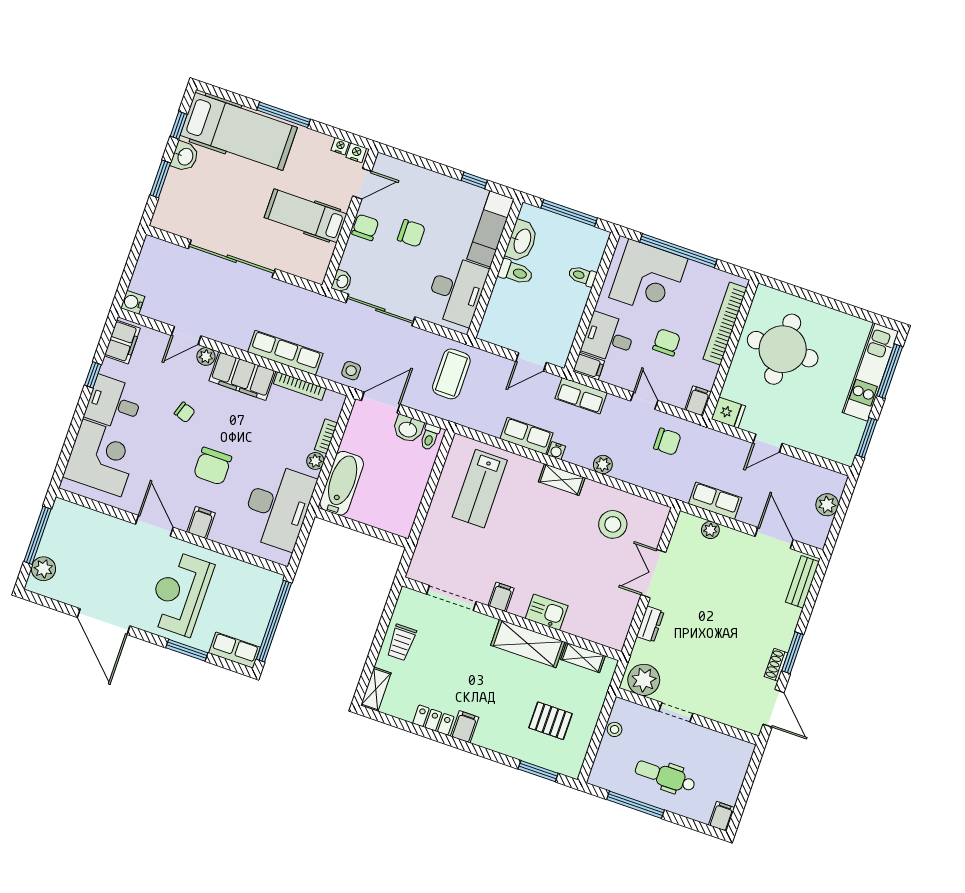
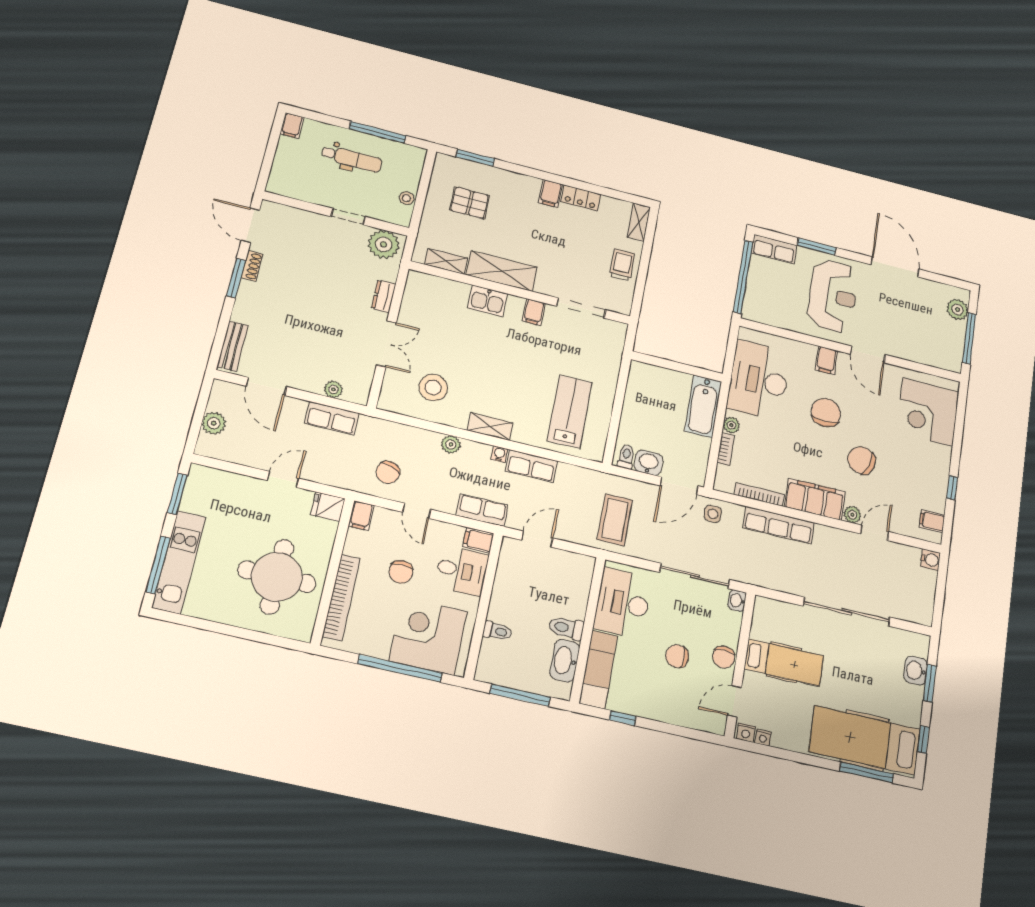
window: (284, 115) -> (867, 773), moved
washbasin: (185, 156) -> (916, 671), moved
filing cabinet: (122, 342) -> (932, 521), width x0.50
desk: (114, 403) -> (927, 463), removed
chair: (185, 412) -> (861, 460), width x1.87, depth x1.87
chair: (667, 442) -> (388, 472), turned -71

